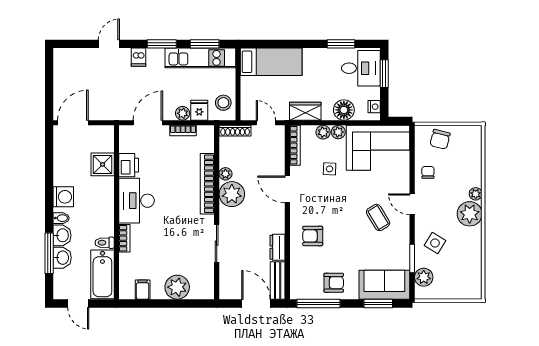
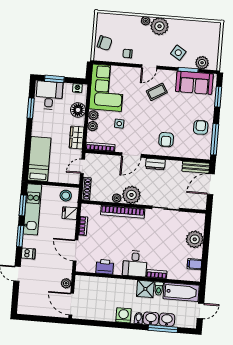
plant: (183, 113) -> (66, 283), moved
shower: (103, 164) -> (145, 289), moved
desk: (137, 201) -> (135, 264), width x0.73
dresser: (277, 247) -> (155, 164), moved
sofa: (384, 285) -> (194, 83), moved, turned -90

